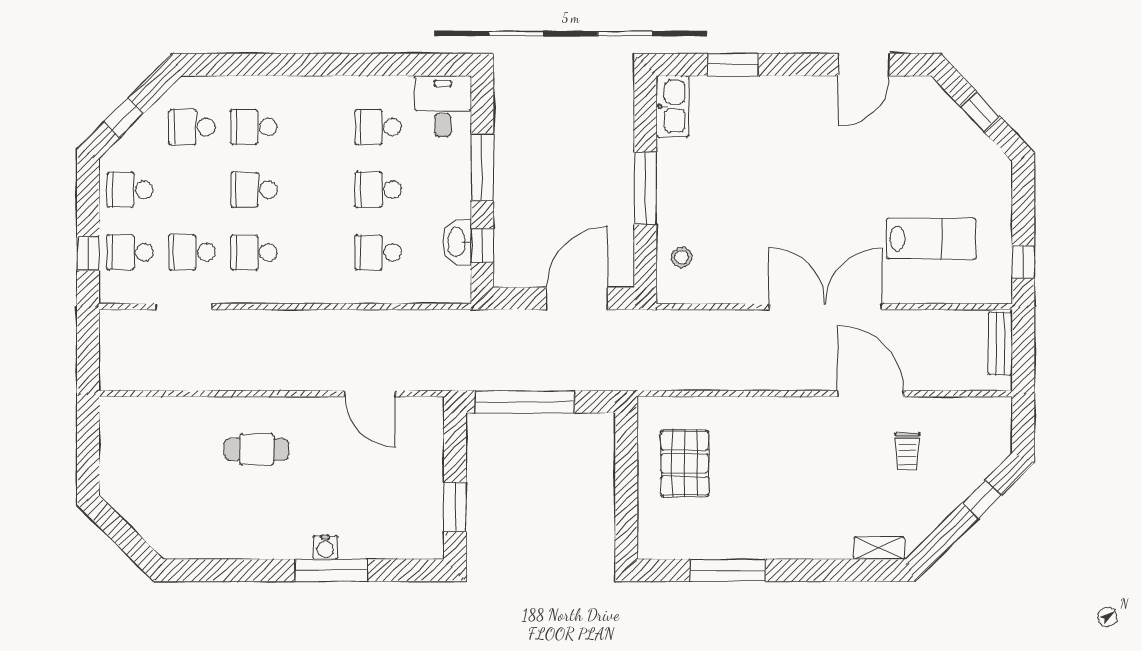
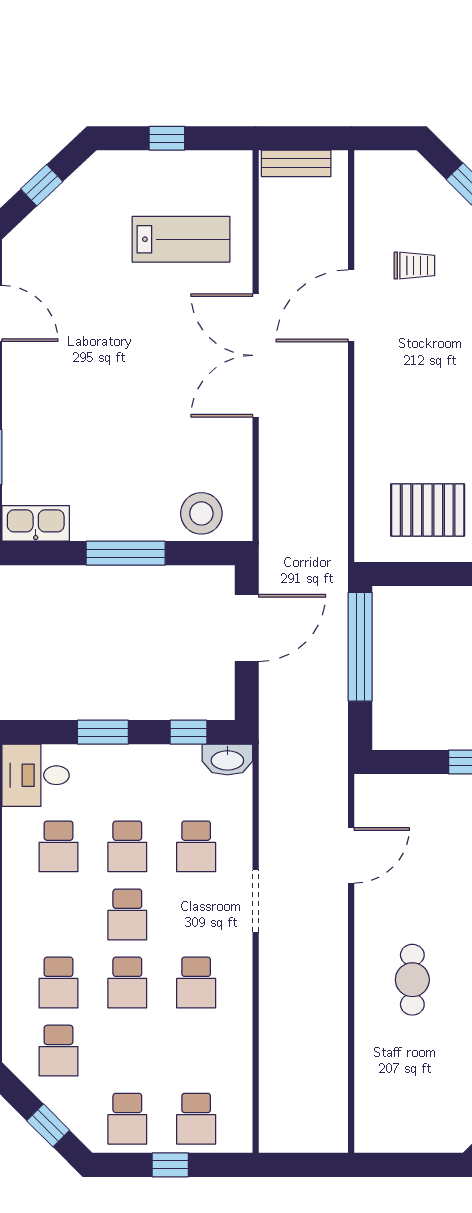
window: (482, 167) -> (103, 732), width x0.69
lab bench: (931, 239) -> (181, 239), turned 90
washbasin: (457, 242) -> (227, 760), moved
school desk: (192, 252) -> (127, 914), moved
window: (88, 254) -> (170, 1165), moved
stool: (681, 257) -> (201, 513), width x1.89, depth x1.89
window: (1023, 262) -> (167, 138), moved
door: (577, 298) -> (247, 628), swing flipped
doorway: (184, 307) -> (256, 901), moved
window: (525, 402) -> (360, 647), moved

